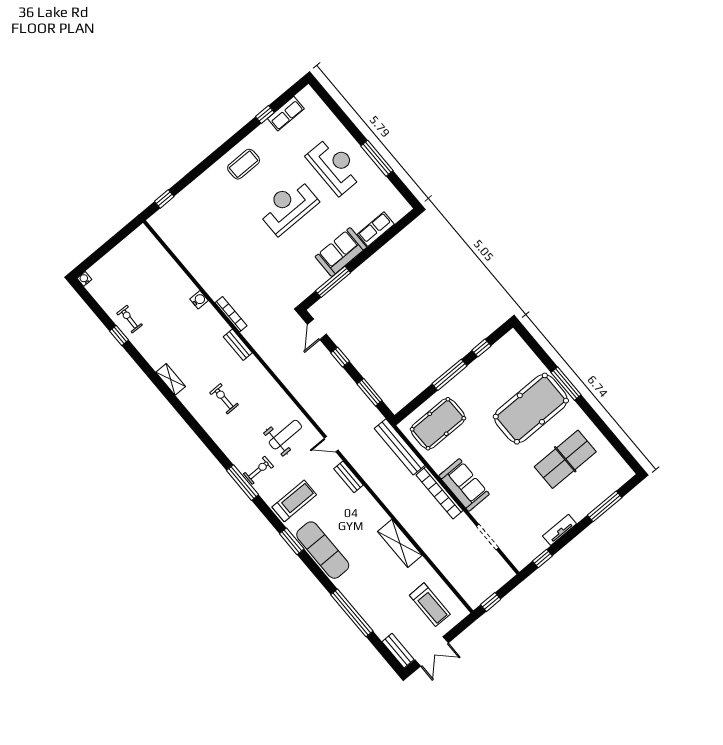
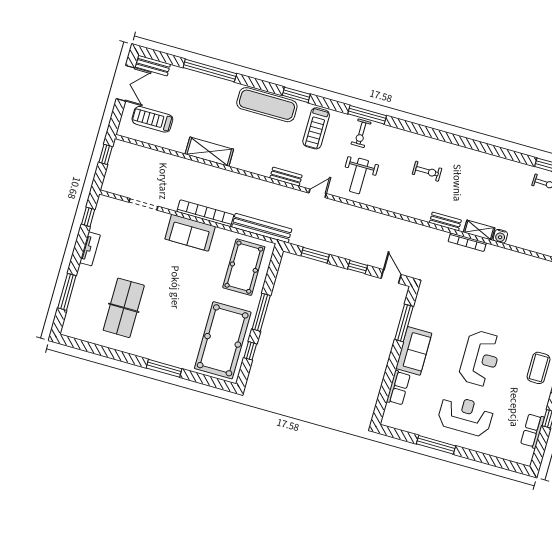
reception desk: (334, 166) -> (465, 416), turned 180
shelving: (171, 379) -> (479, 230), moved
pool table: (531, 409) -> (223, 340), moved
double door: (432, 651) -> (126, 83), swing flipped

